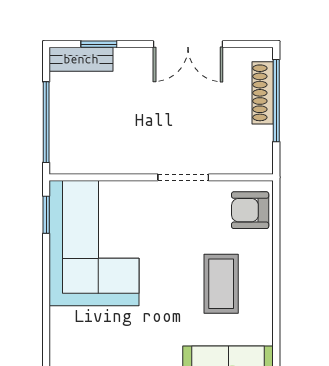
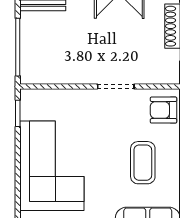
corner sofa: (94, 243) -> (52, 166), moved

